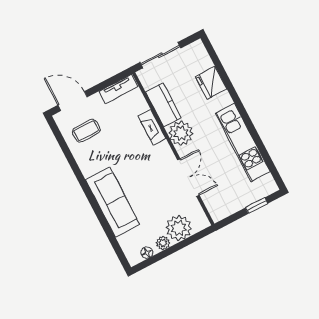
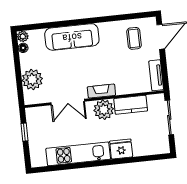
fridge: (211, 83) -> (121, 149), moved
fireplace: (152, 127) -> (101, 91), moved
window: (257, 206) -> (25, 132), moved
plant: (163, 243) -> (23, 36), moved

